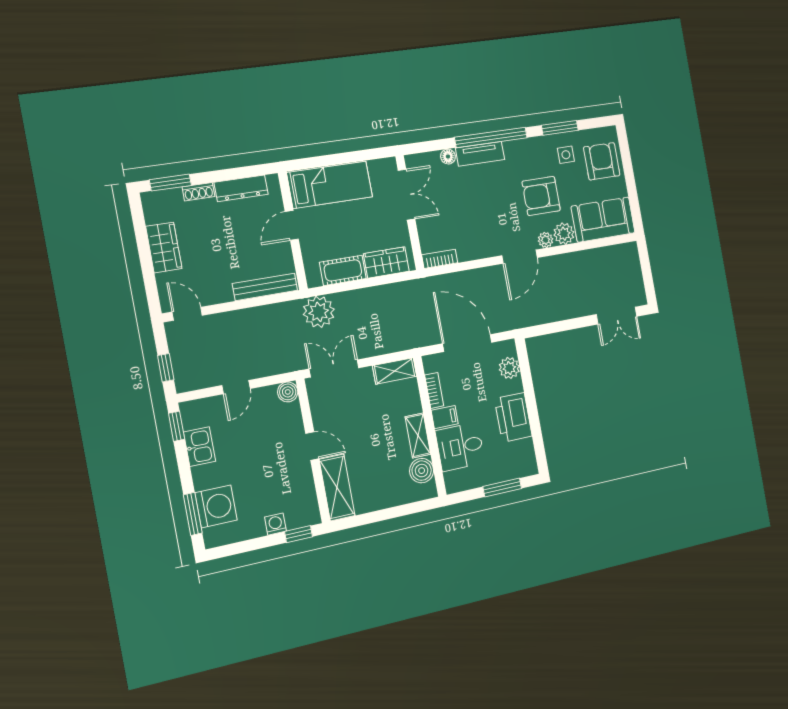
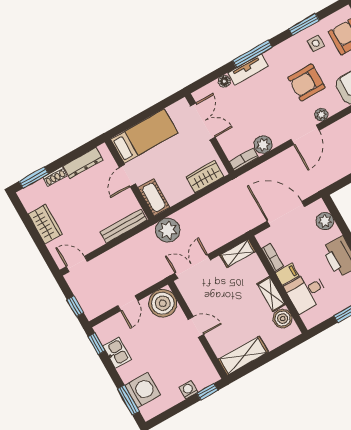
window: (491, 138) -> (252, 54), width x0.68
plant: (564, 234) -> (263, 145), moved
cot: (343, 270) -> (154, 197), moved, turned 90
boiler: (288, 392) -> (163, 303), width x1.86, depth x1.86
shelving: (337, 488) -> (243, 356), moved, turned 90

